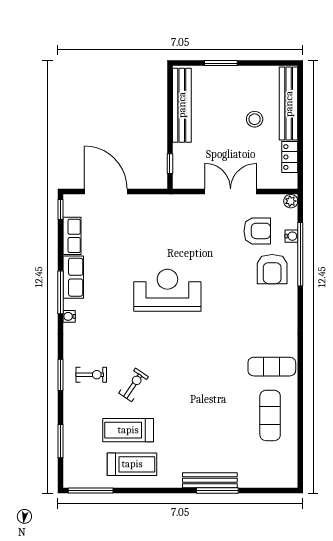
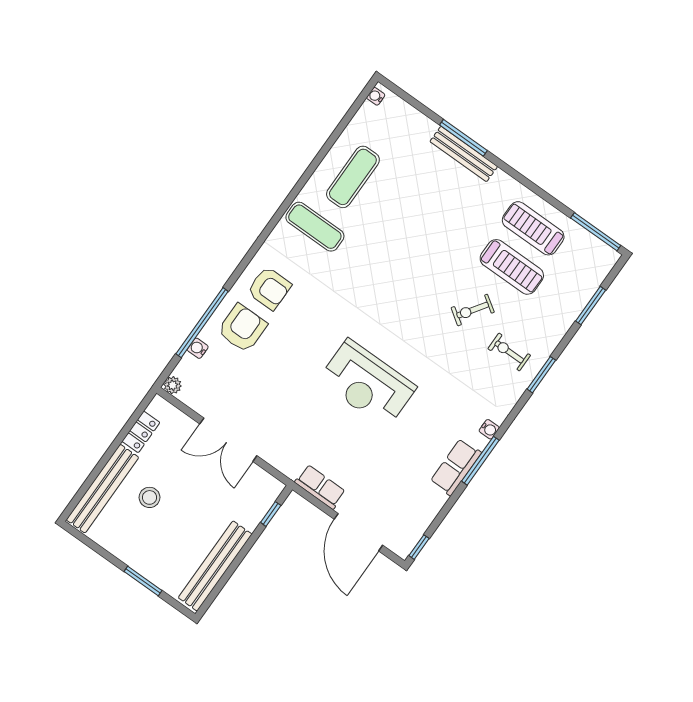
armchair: (257, 231) -> (269, 288), moved, turned 180
row of seats: (72, 236) -> (320, 487), moved, turned 90
water cooler: (292, 477) -> (376, 96), added

